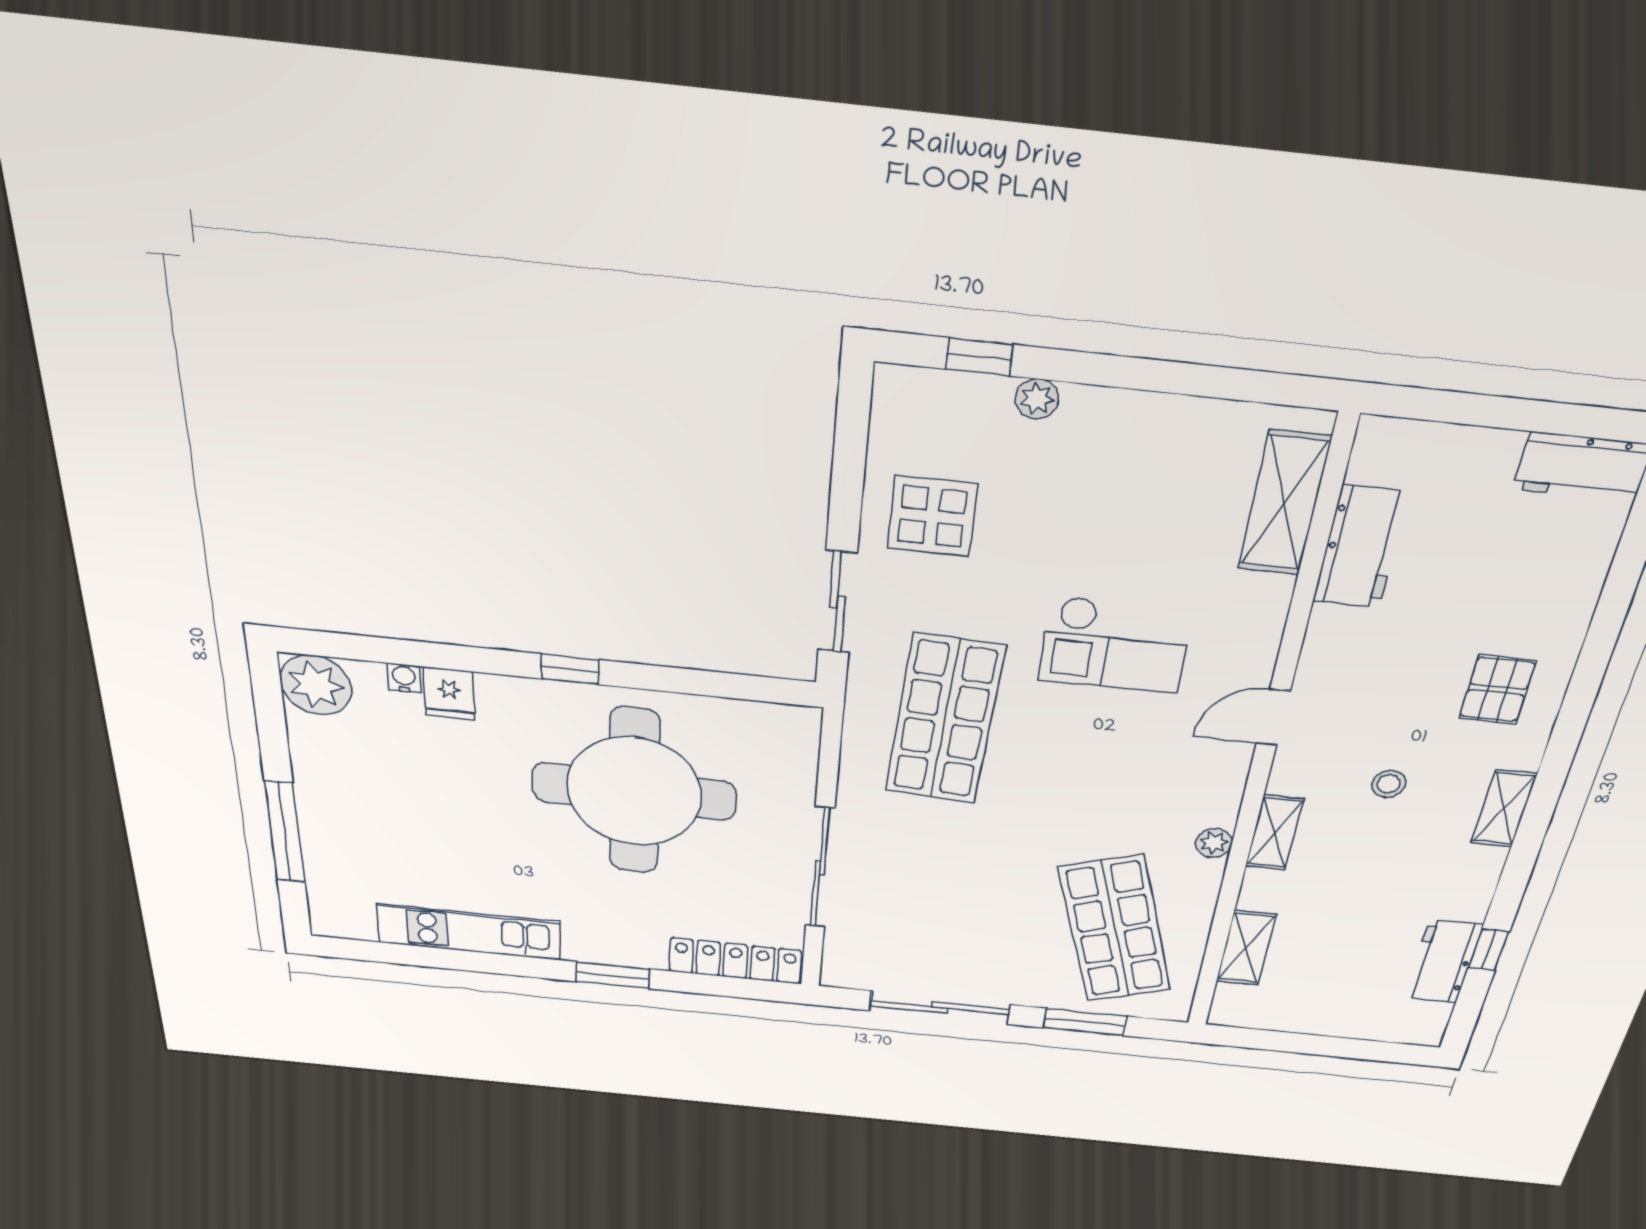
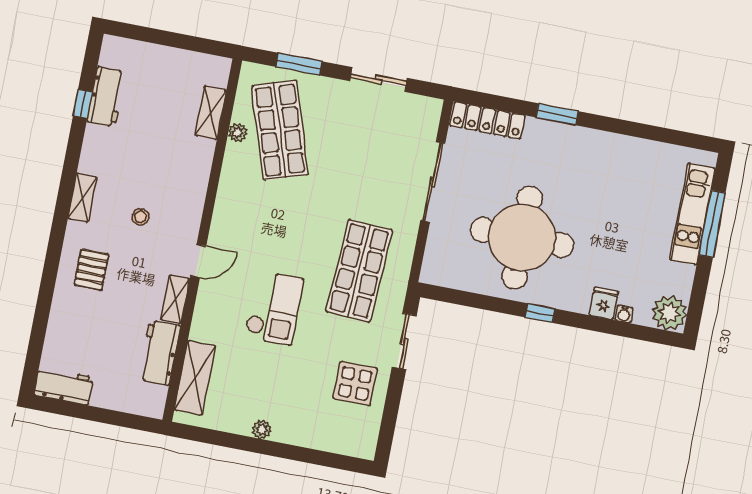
window: (979, 357) -> (328, 459), removed
plant: (1037, 399) -> (262, 430), moved
checkout: (1115, 645) -> (274, 308), turned 90
shelving: (1274, 833) -> (175, 299), moved
plant: (1214, 843) -> (238, 133), moved
kitchen unit: (469, 932) -> (692, 214), moved, turned 90
sliding door: (940, 1008) -> (379, 80), width x0.73

